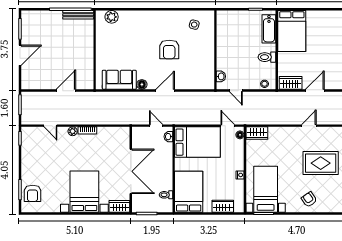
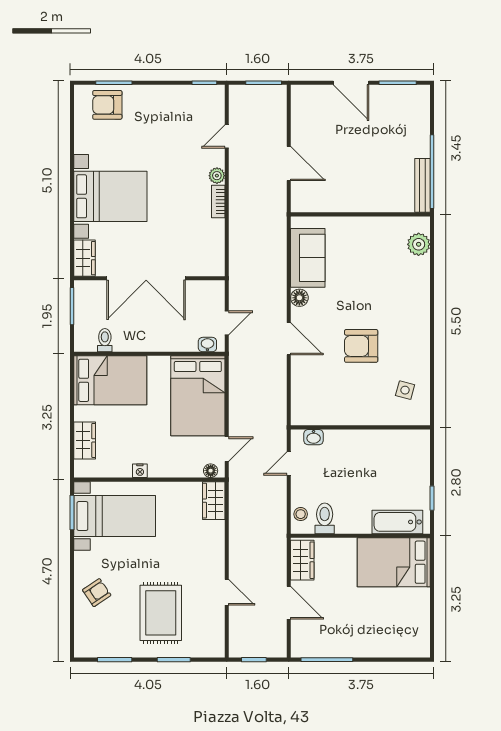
toilet: (267, 57) -> (325, 518), moved

